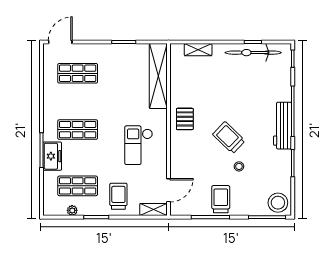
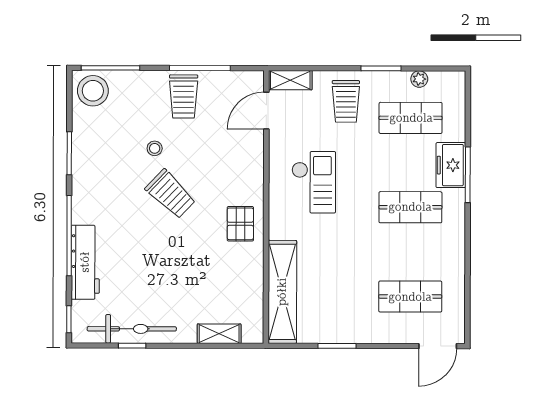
workbench: (283, 126) -> (85, 262), moved

